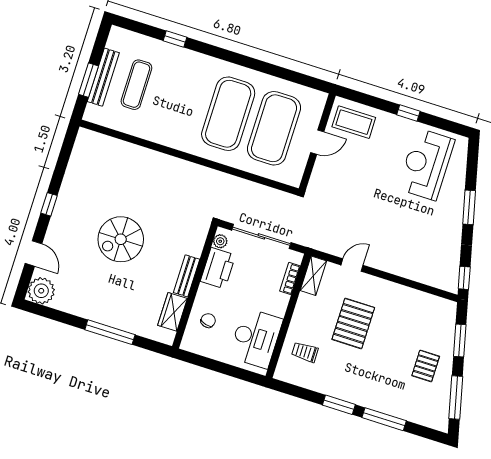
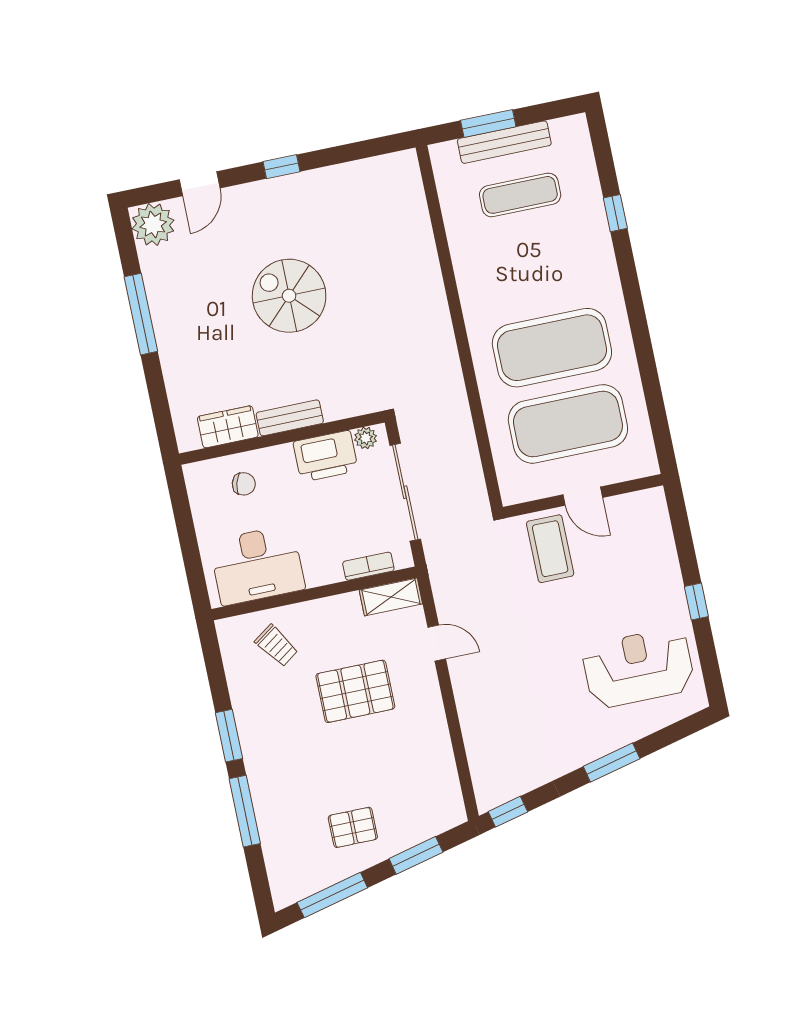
coffee table: (354, 122) -> (550, 549), moved
window: (110, 332) -> (141, 314), moved
trolley: (305, 352) -> (276, 646), turned 145

